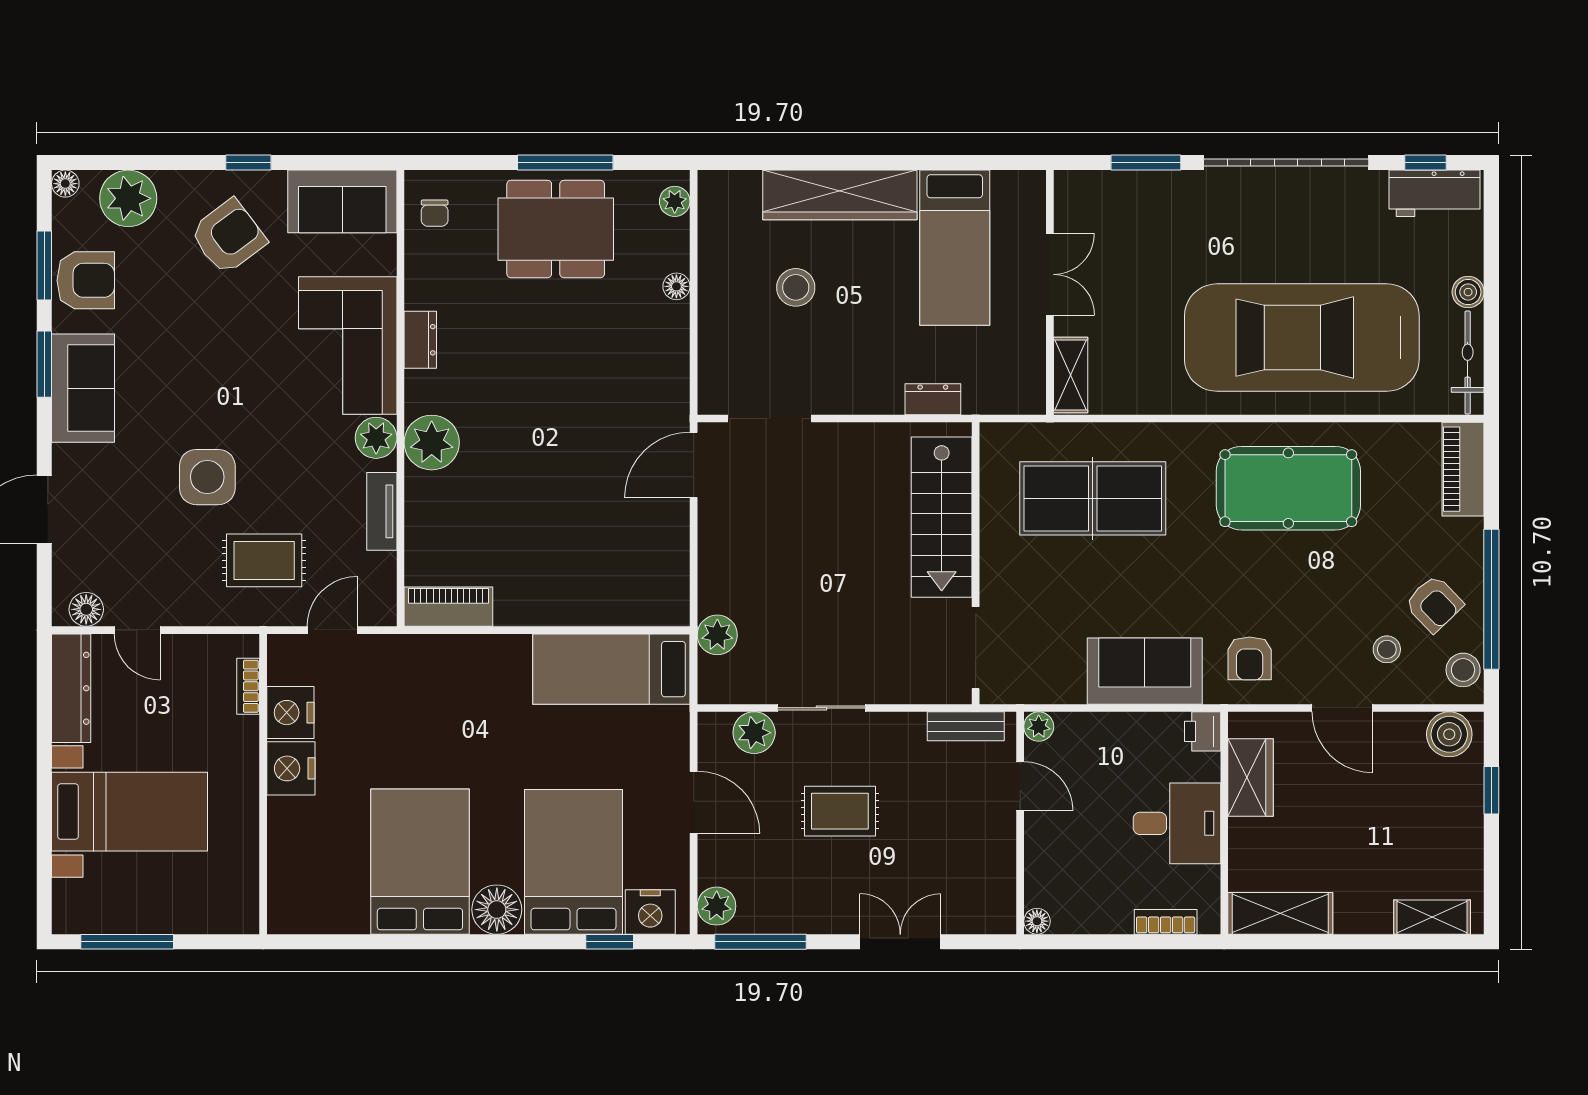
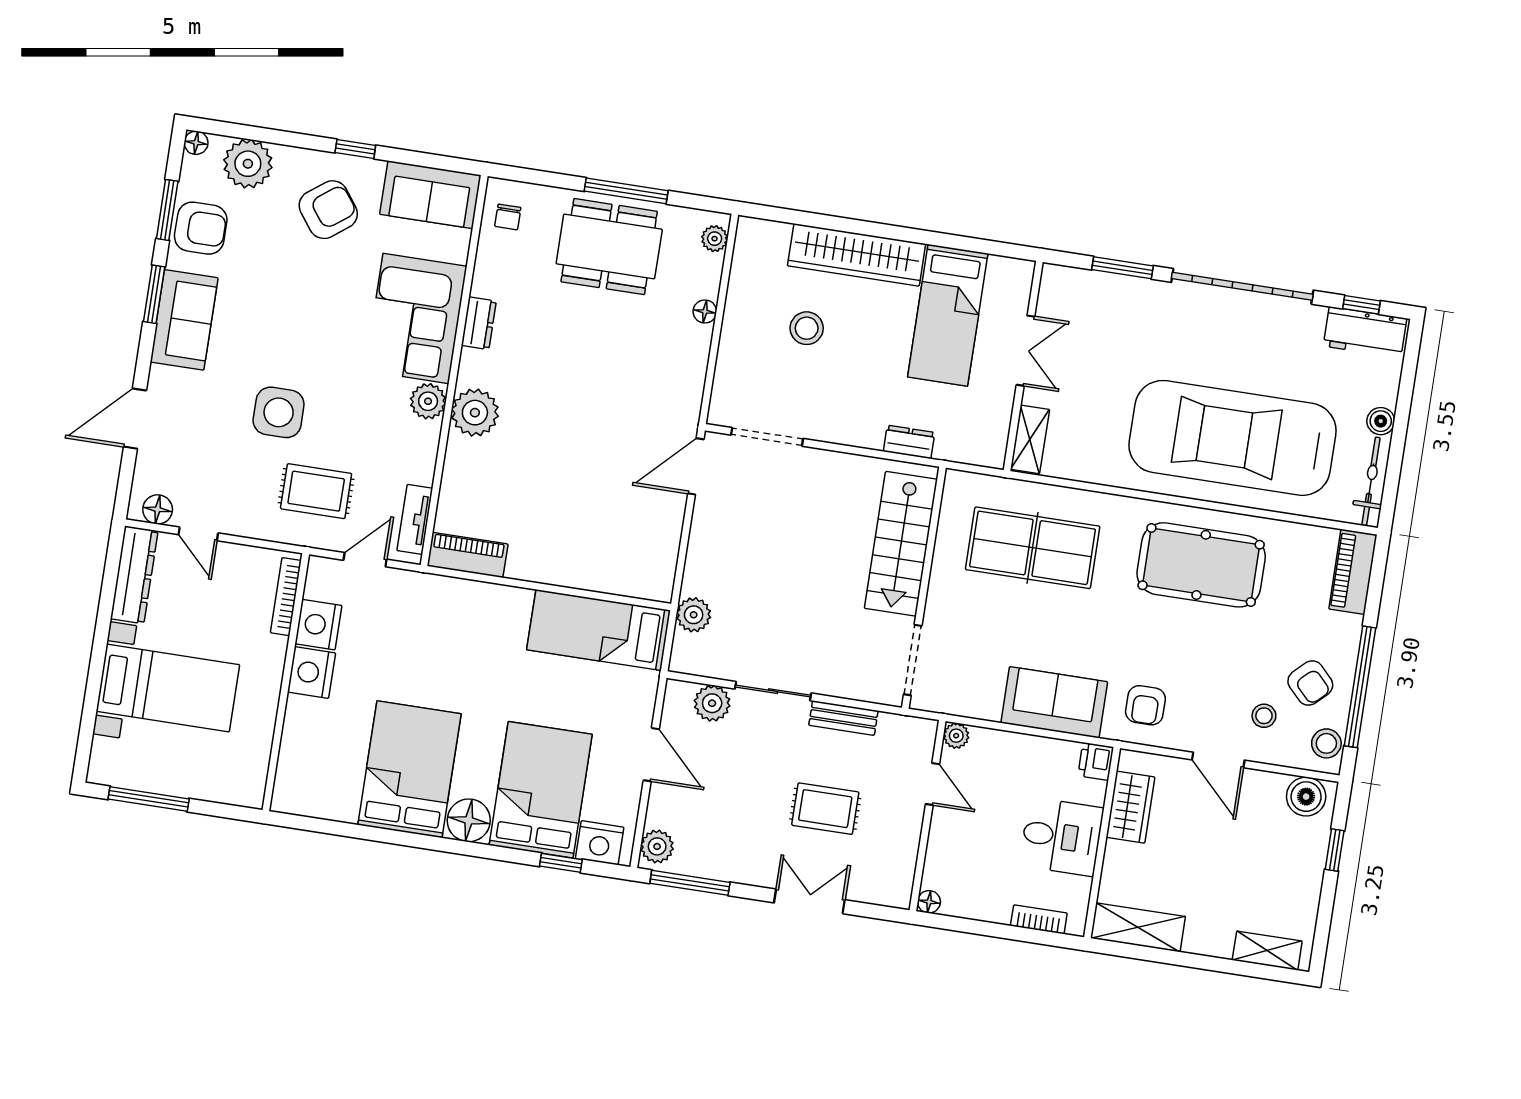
tv unit: (382, 511) -> (415, 519), moved
bookcase: (248, 686) -> (286, 597), width x1.56
bench: (966, 726) -> (843, 718), moved
rug: (840, 811) -> (825, 809), moved

